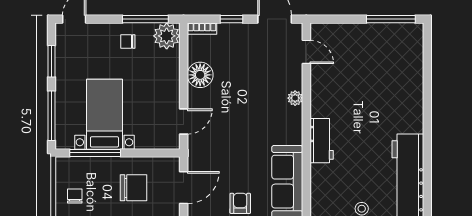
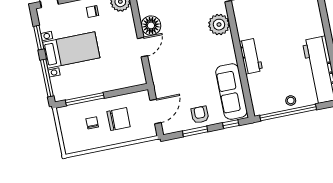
plant: (295, 98) -> (219, 25), width x1.88, depth x1.88
bed with nightstands: (104, 114) -> (71, 50), moved, turned 90
door: (184, 121) -> (143, 47), moved
chair: (75, 196) -> (92, 123), moved

